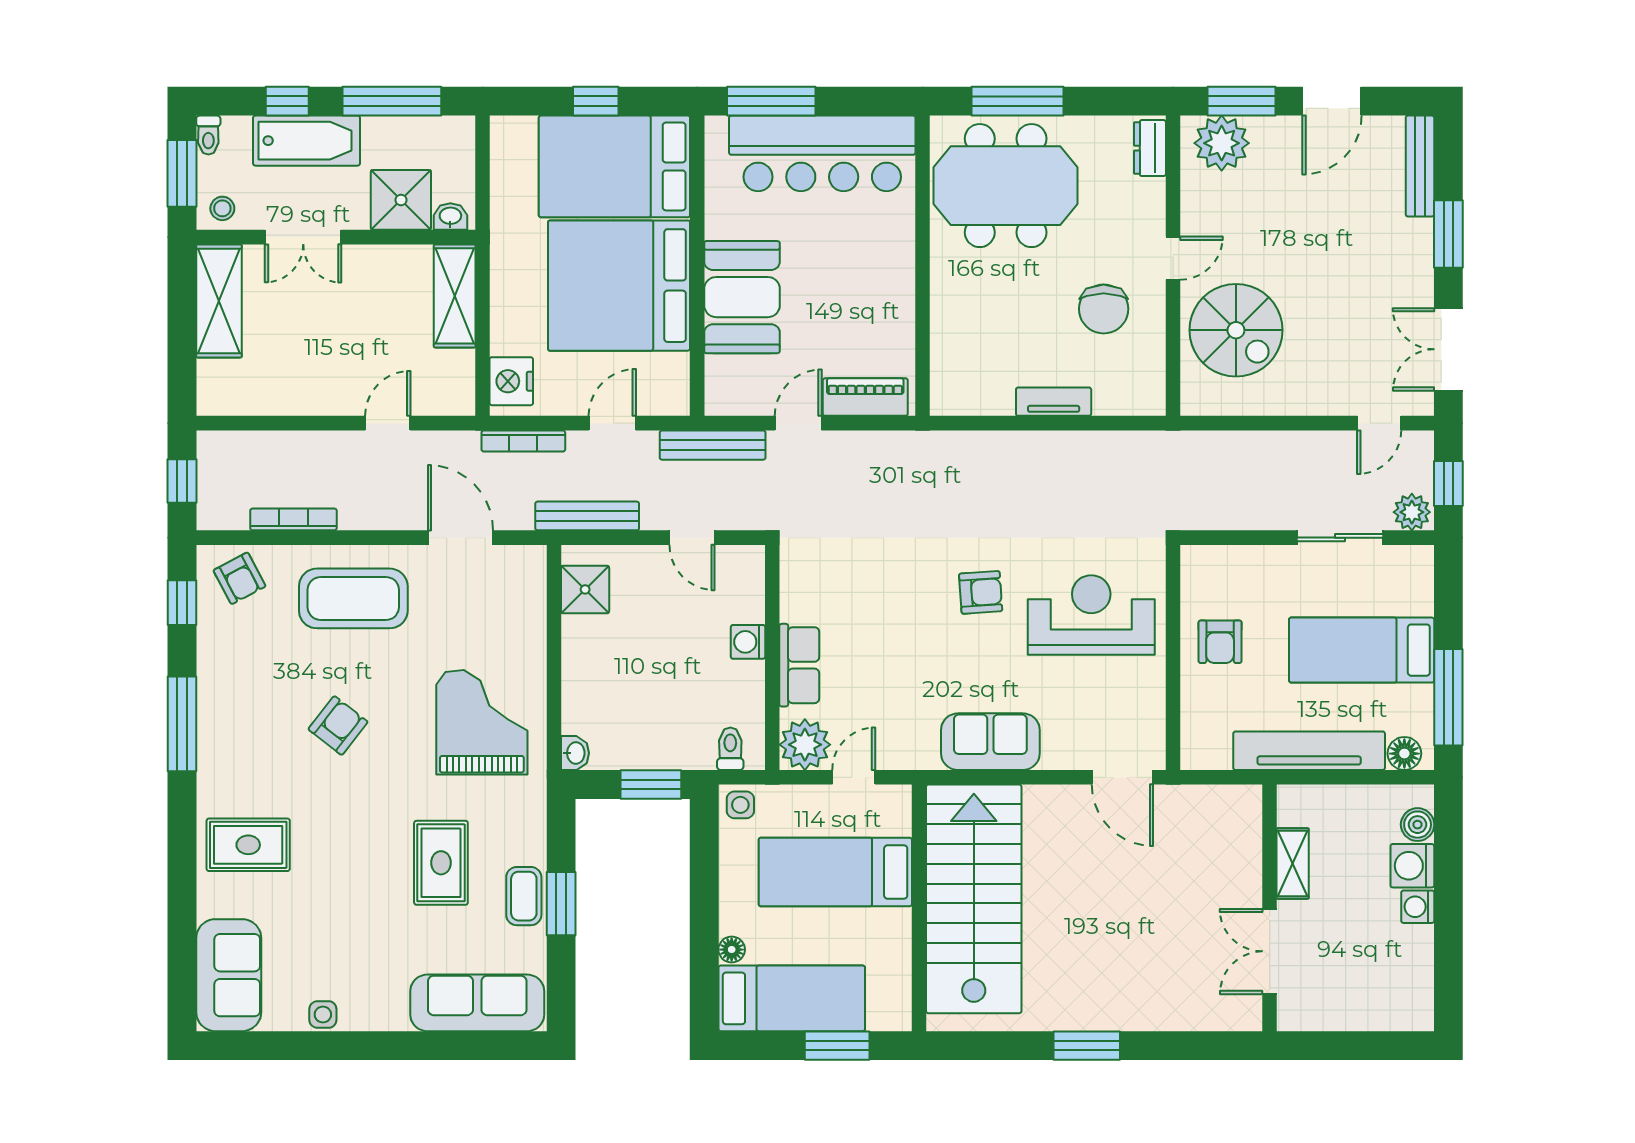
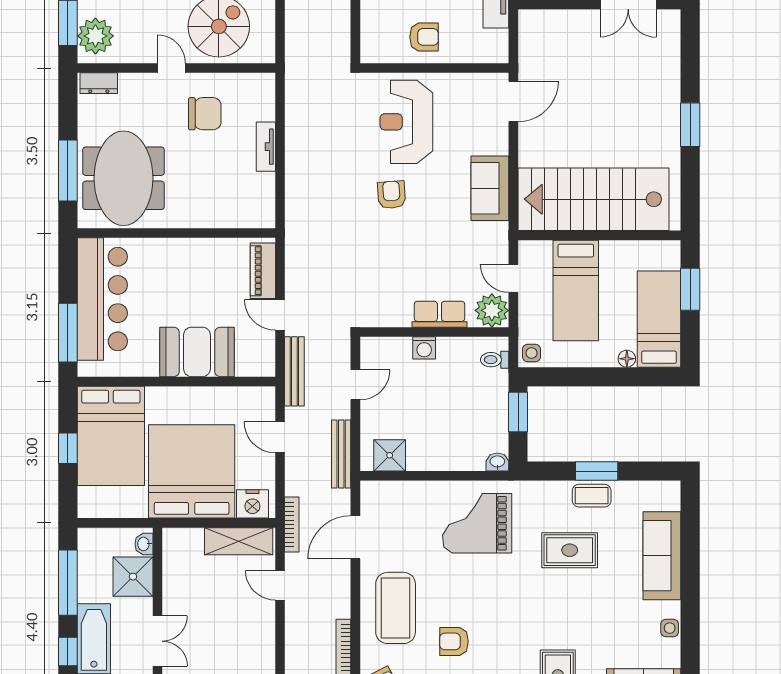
bed: (619, 286) -> (192, 471), moved, turned 180
shelving: (455, 296) -> (239, 541), moved
bookcase: (523, 441) -> (292, 525), moved
armchair: (338, 726) -> (454, 641), moved, turned -38
sofa: (477, 1003) -> (662, 556), moved

